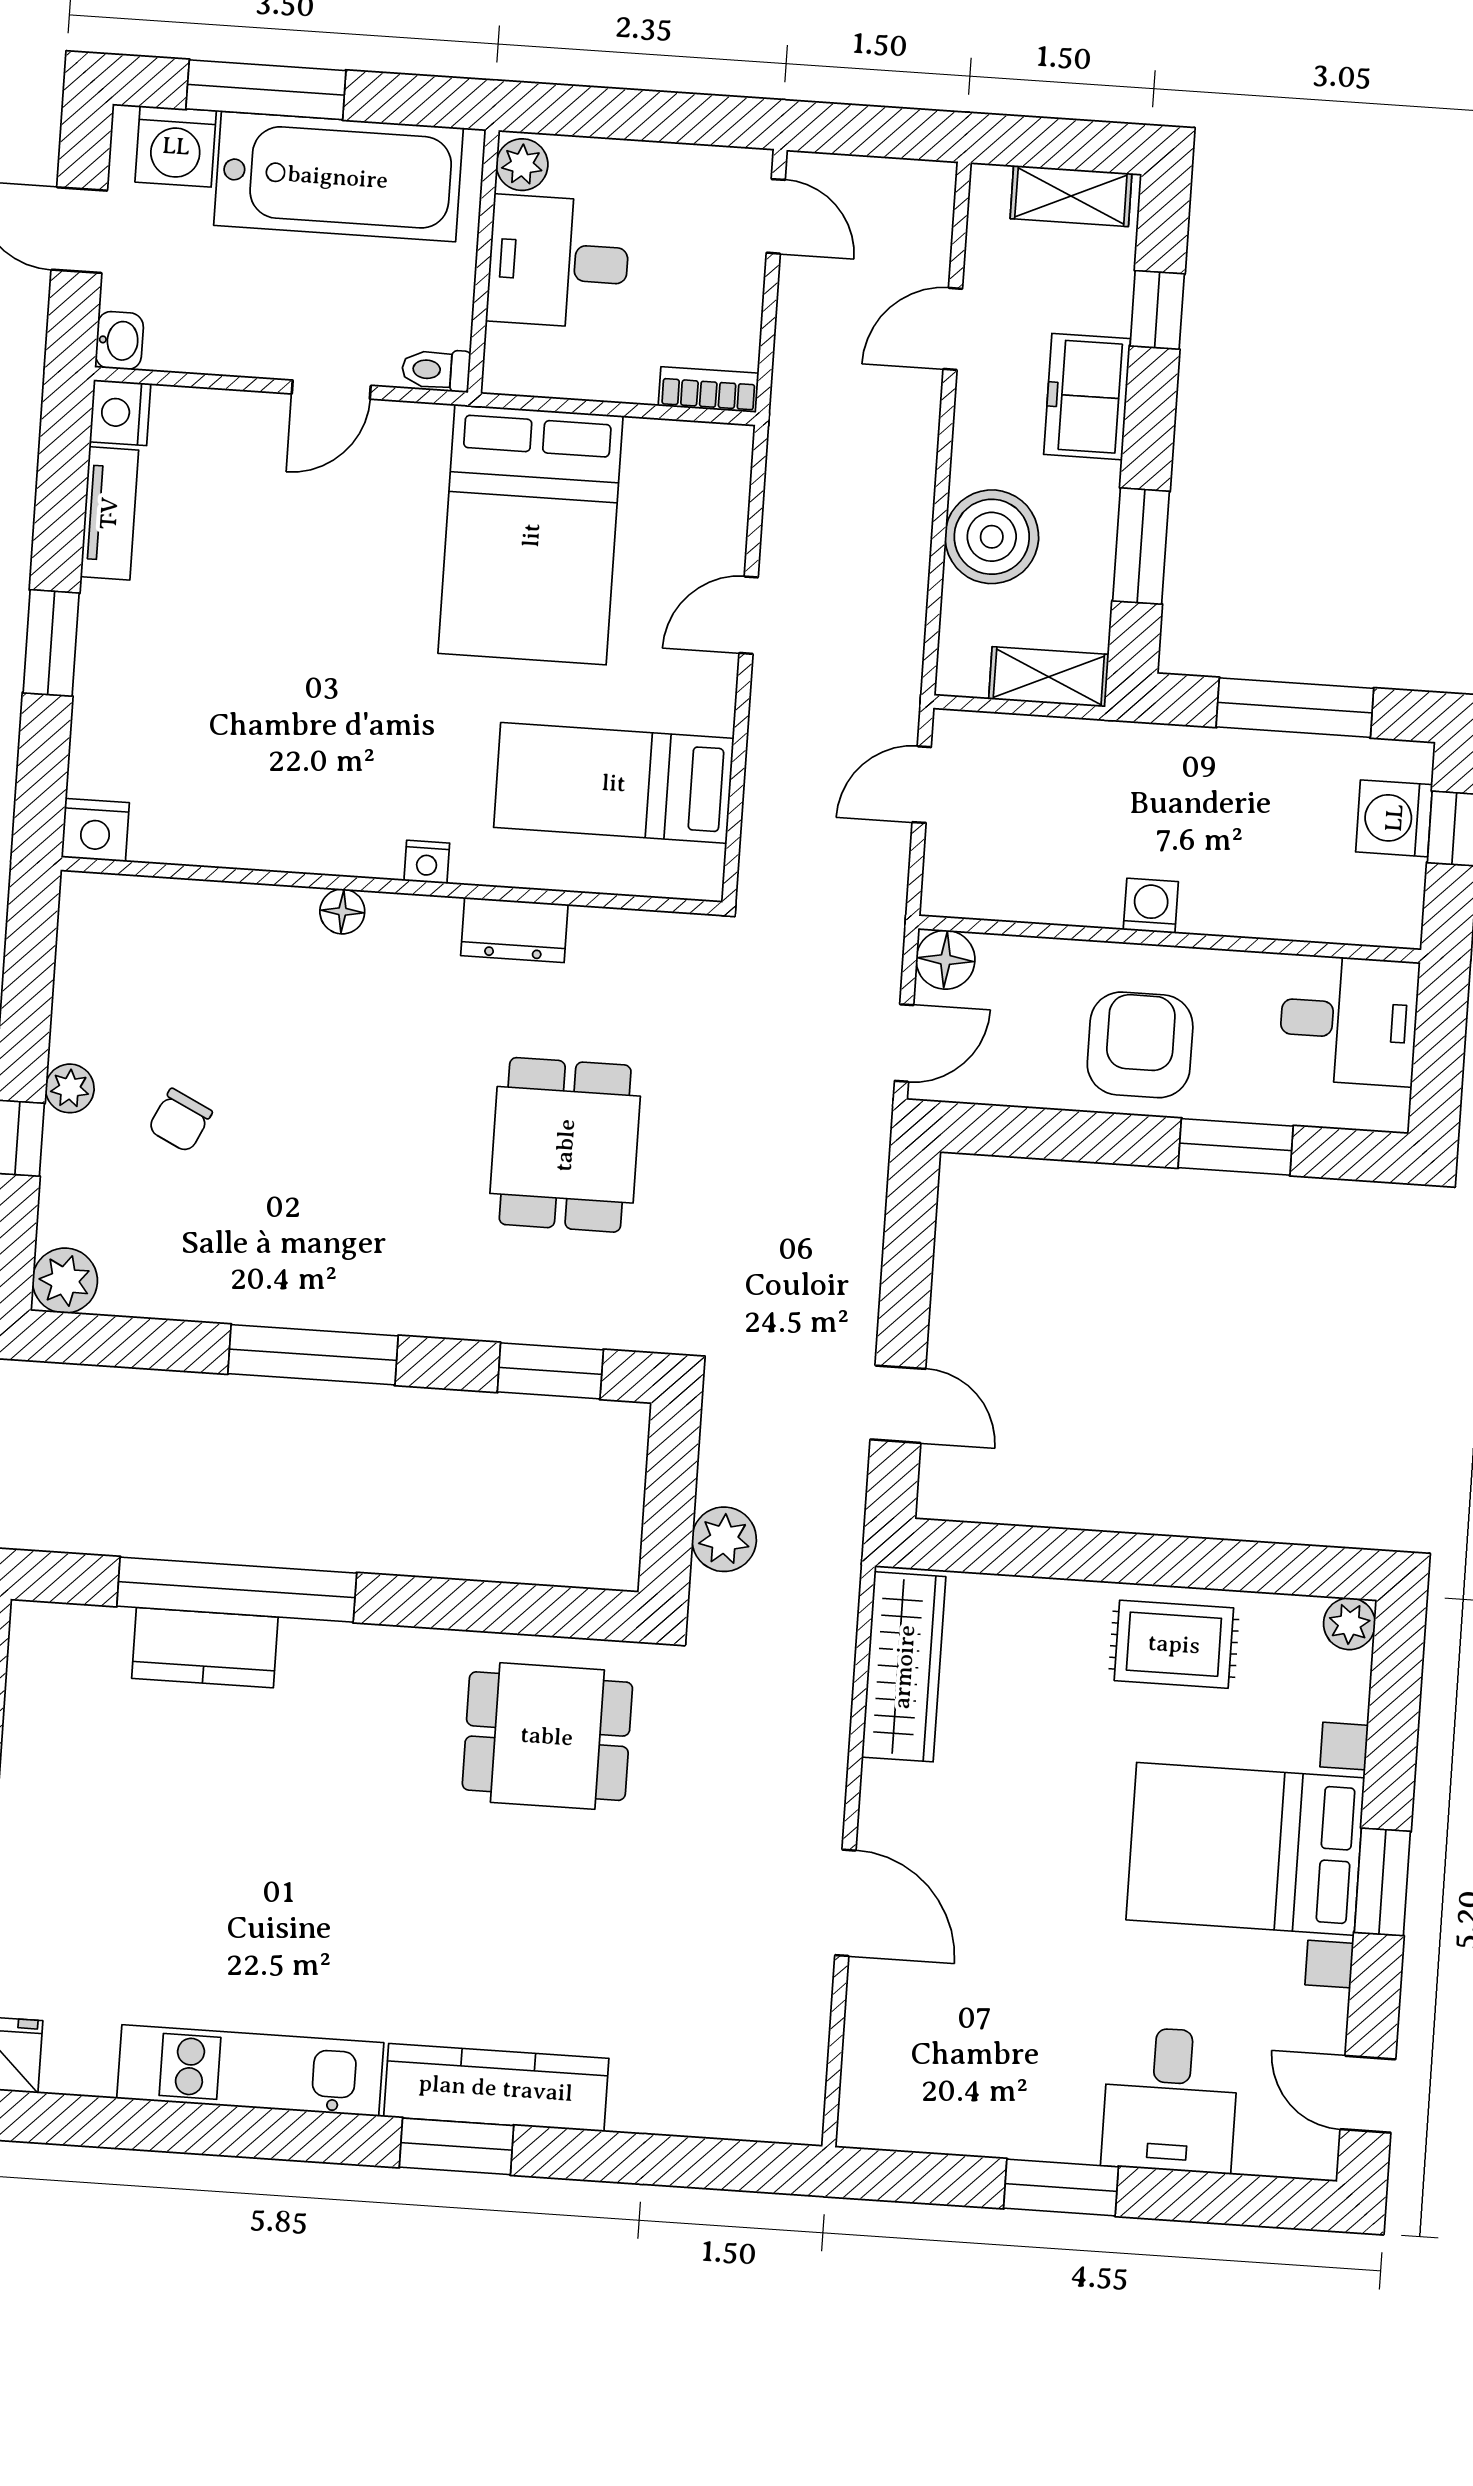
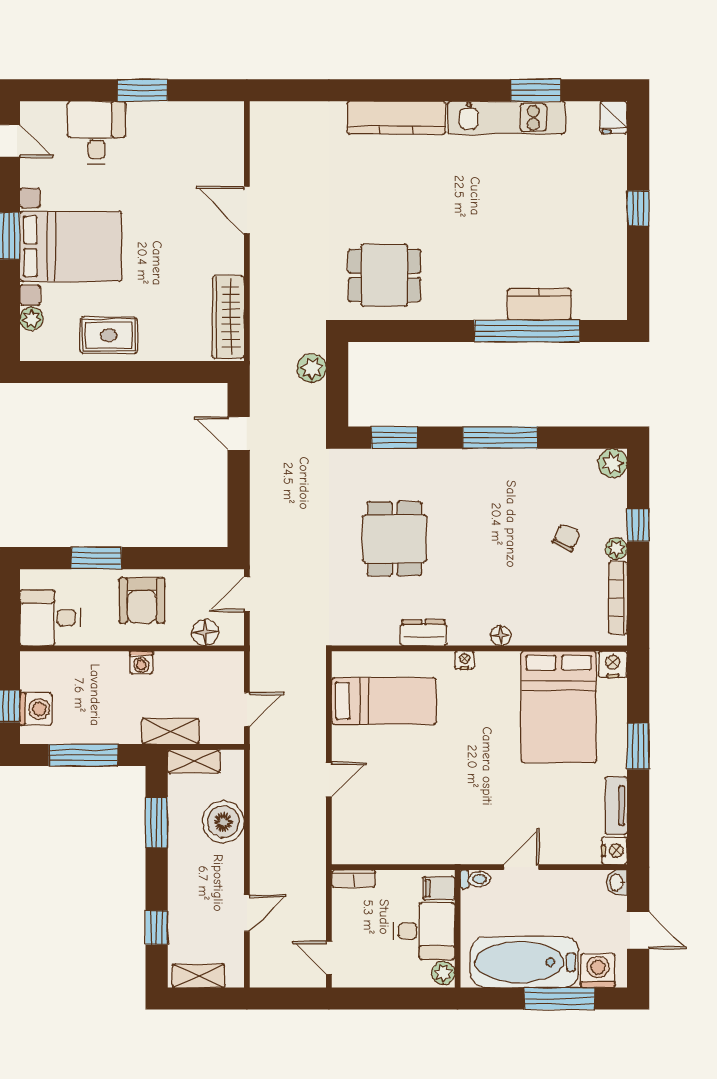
filing cabinet: (519, 355) -> (439, 888), added
freezer: (1087, 397) -> (185, 887), removed
bed: (531, 535) -> (559, 707), moved, turned 180
shelving: (1096, 748) -> (170, 731), added
floor lamp: (945, 960) -> (205, 632), moved
bookcase: (74, 978) -> (618, 598), added
plant: (1349, 1624) -> (31, 319), moved
window: (456, 2146) -> (536, 90), moved

